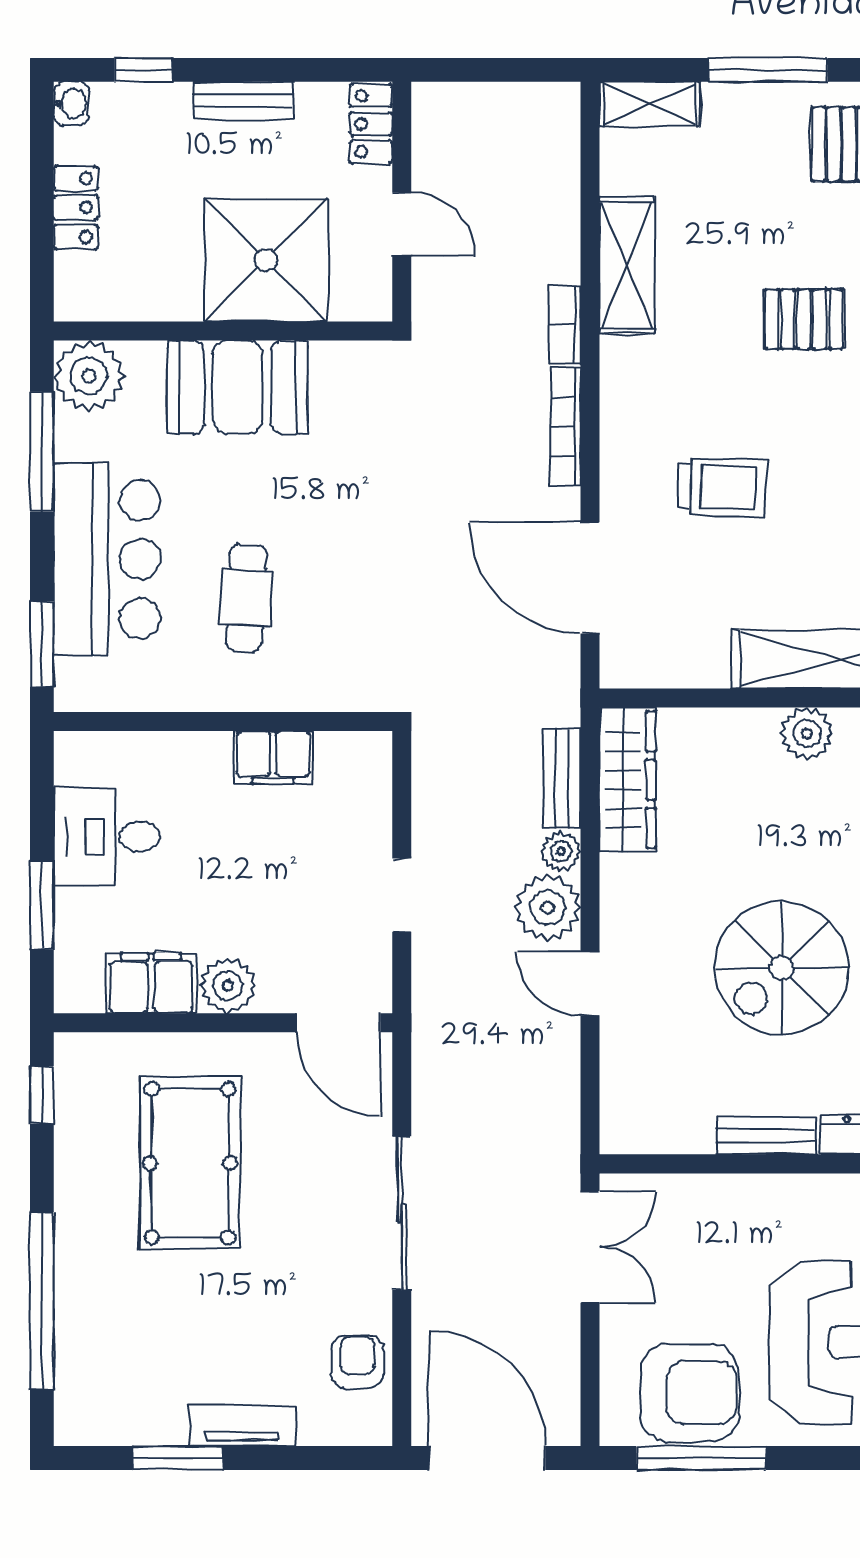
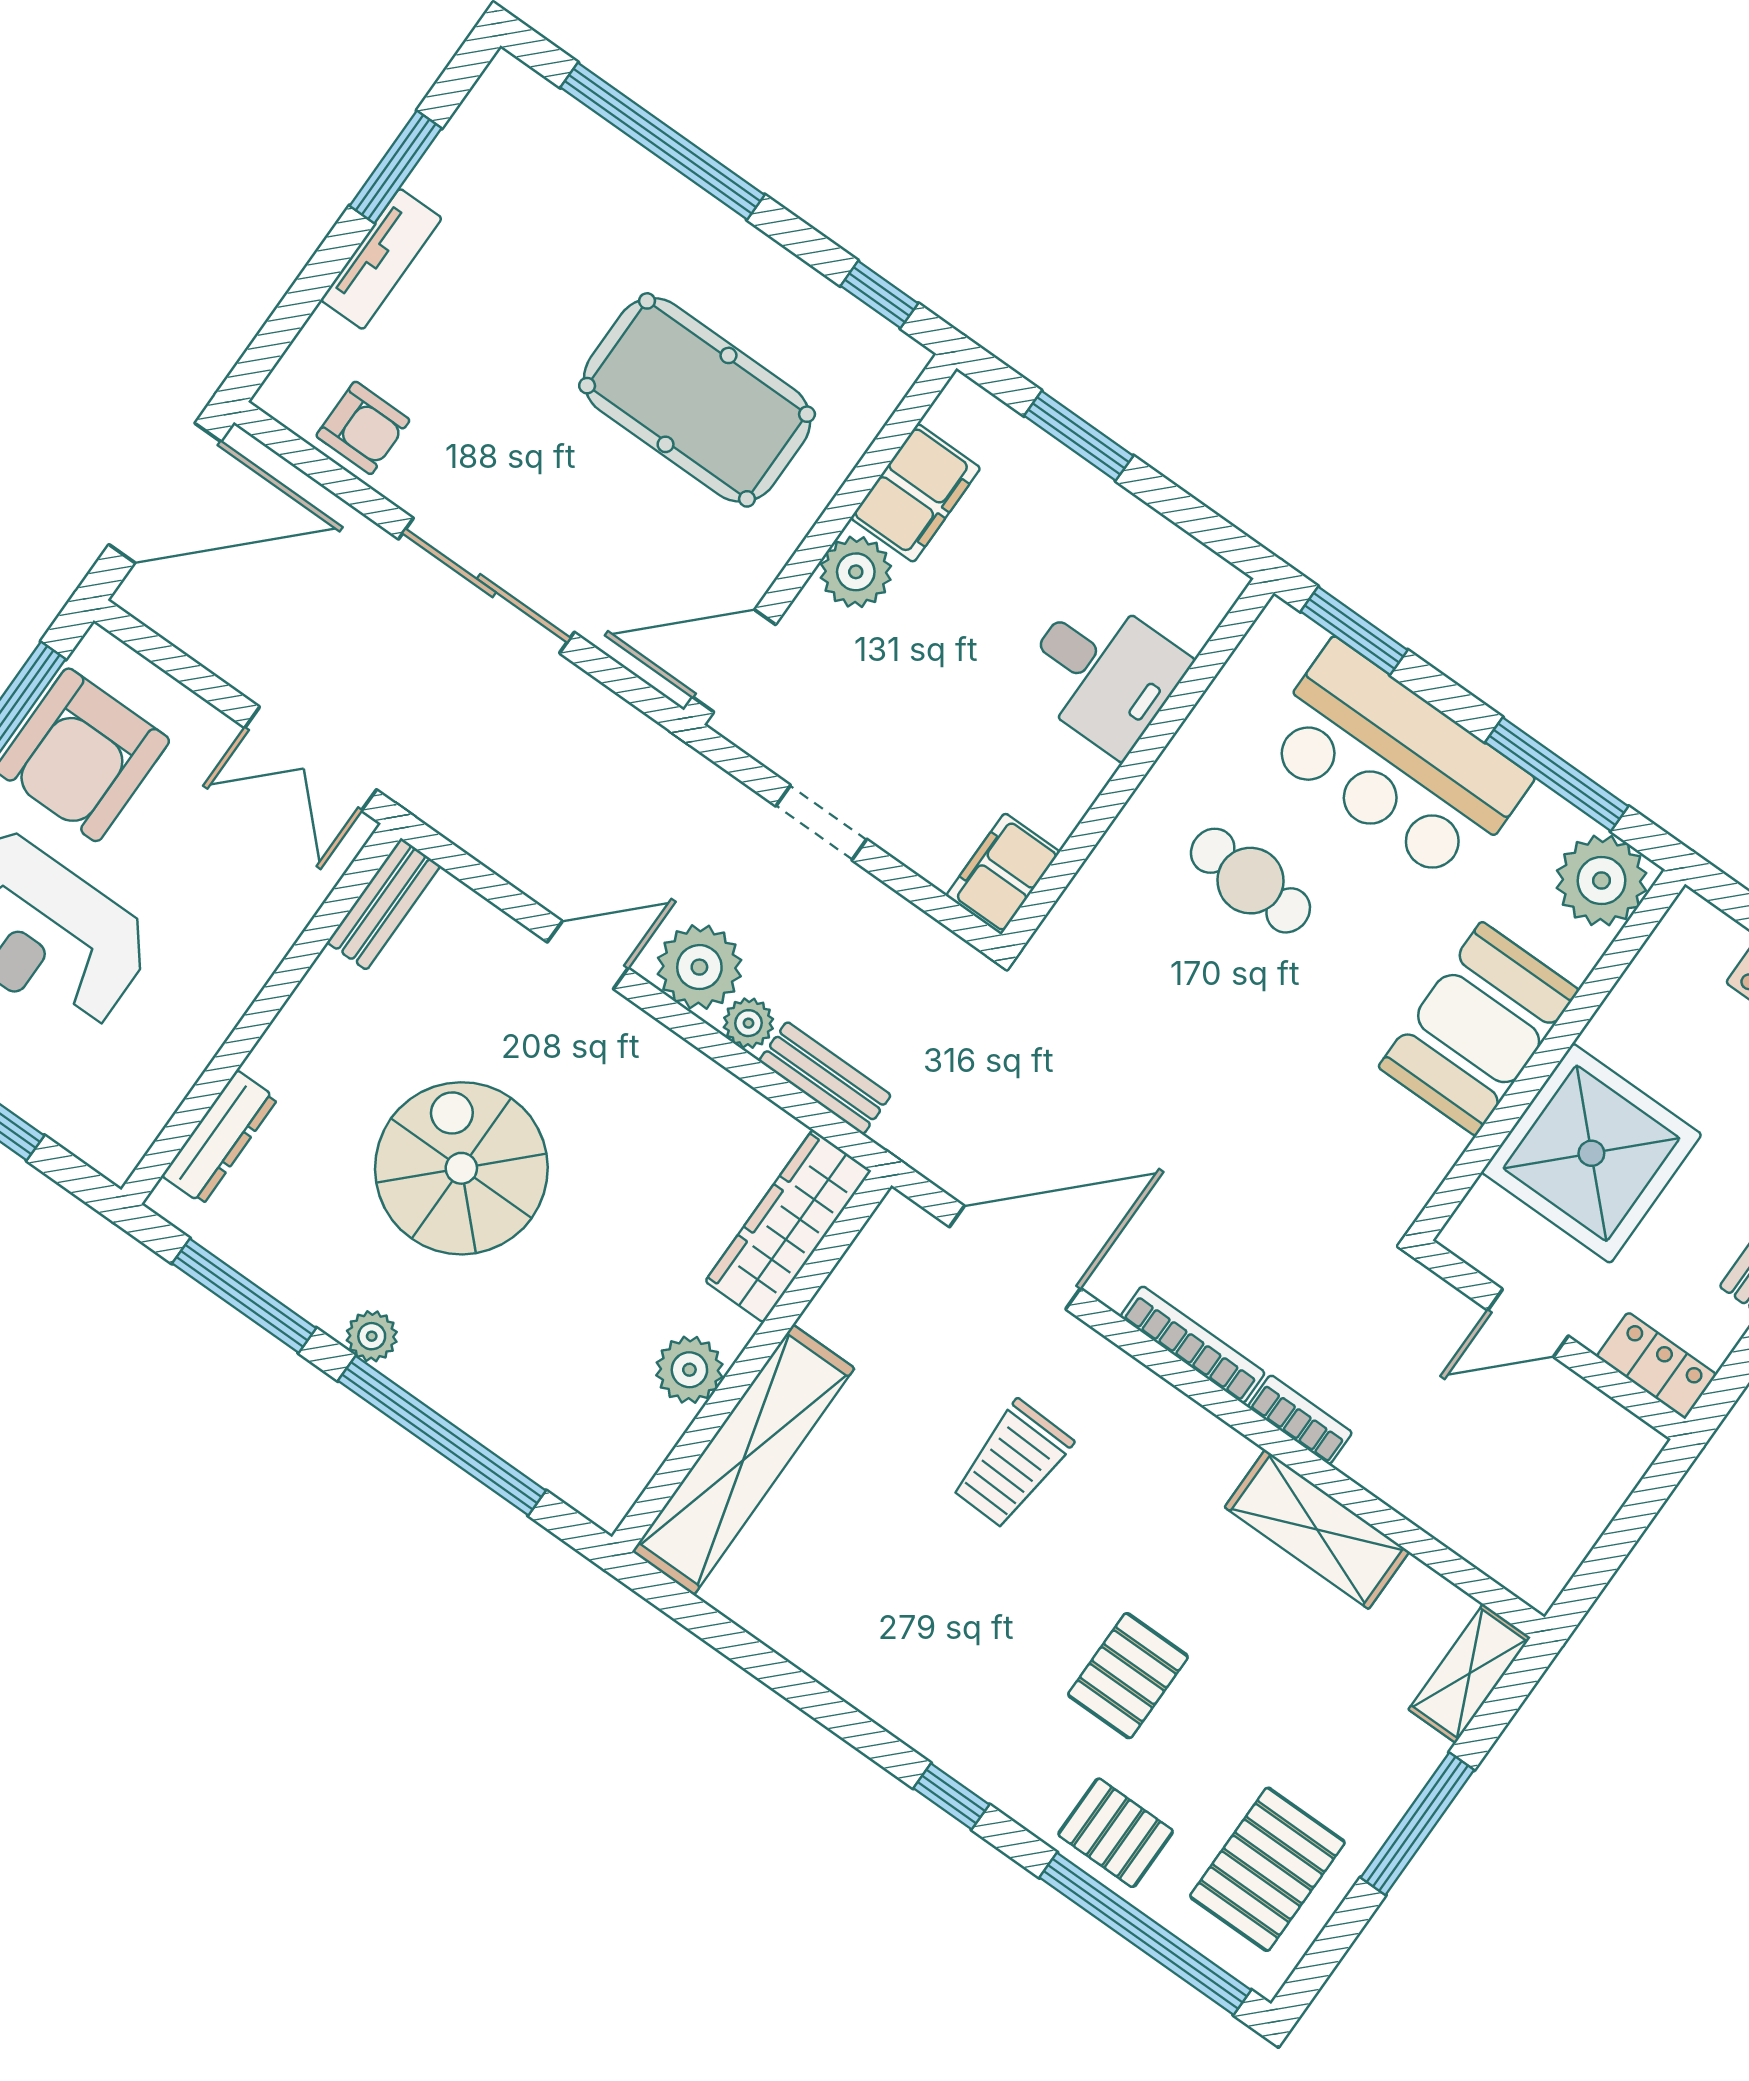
filing cabinet: (273, 757) -> (1003, 874), moved
wardrobe: (627, 780) -> (788, 1226), moved, turned 90
desk: (107, 837) -> (1103, 672), moved, turned 90
bench: (766, 1135) -> (384, 904), moved

